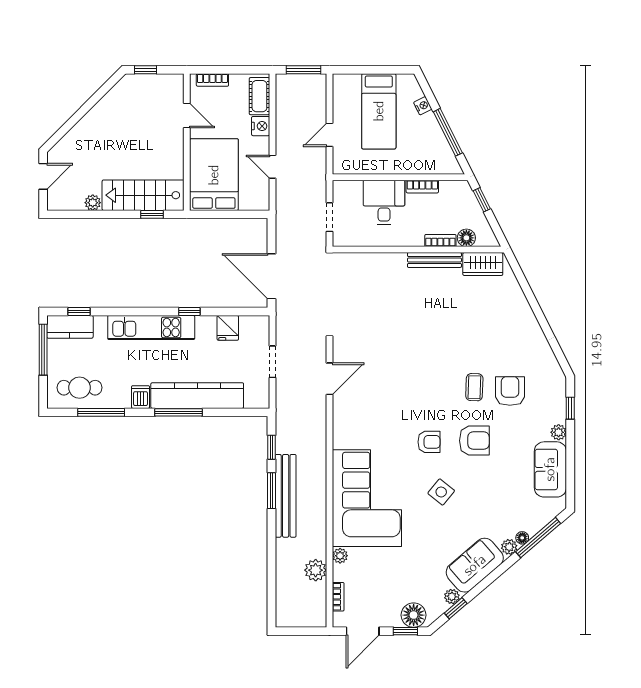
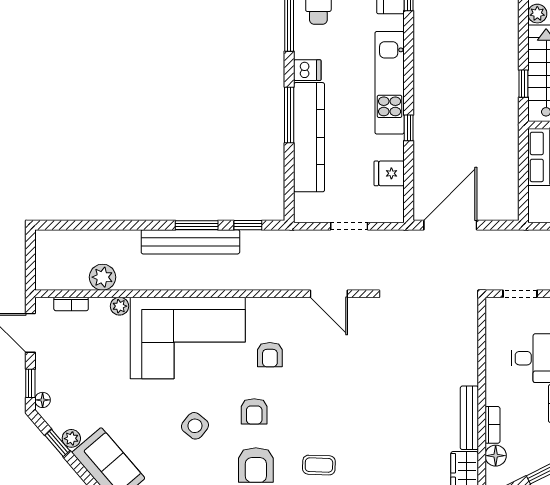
armchair: (381, 429) -> (270, 355), added
floor lamp: (414, 615) -> (43, 400), width x0.53, depth x0.53

